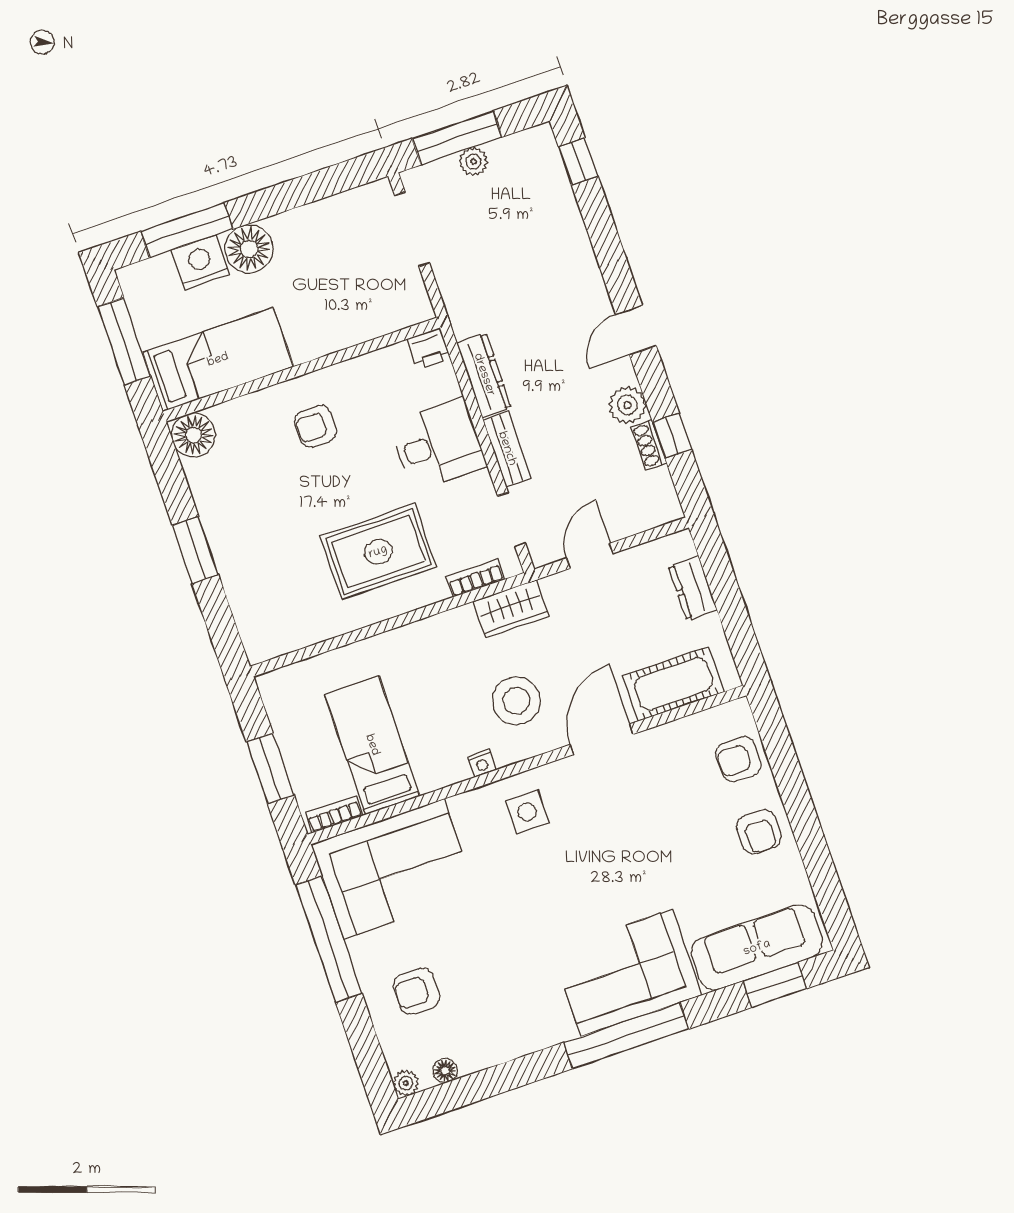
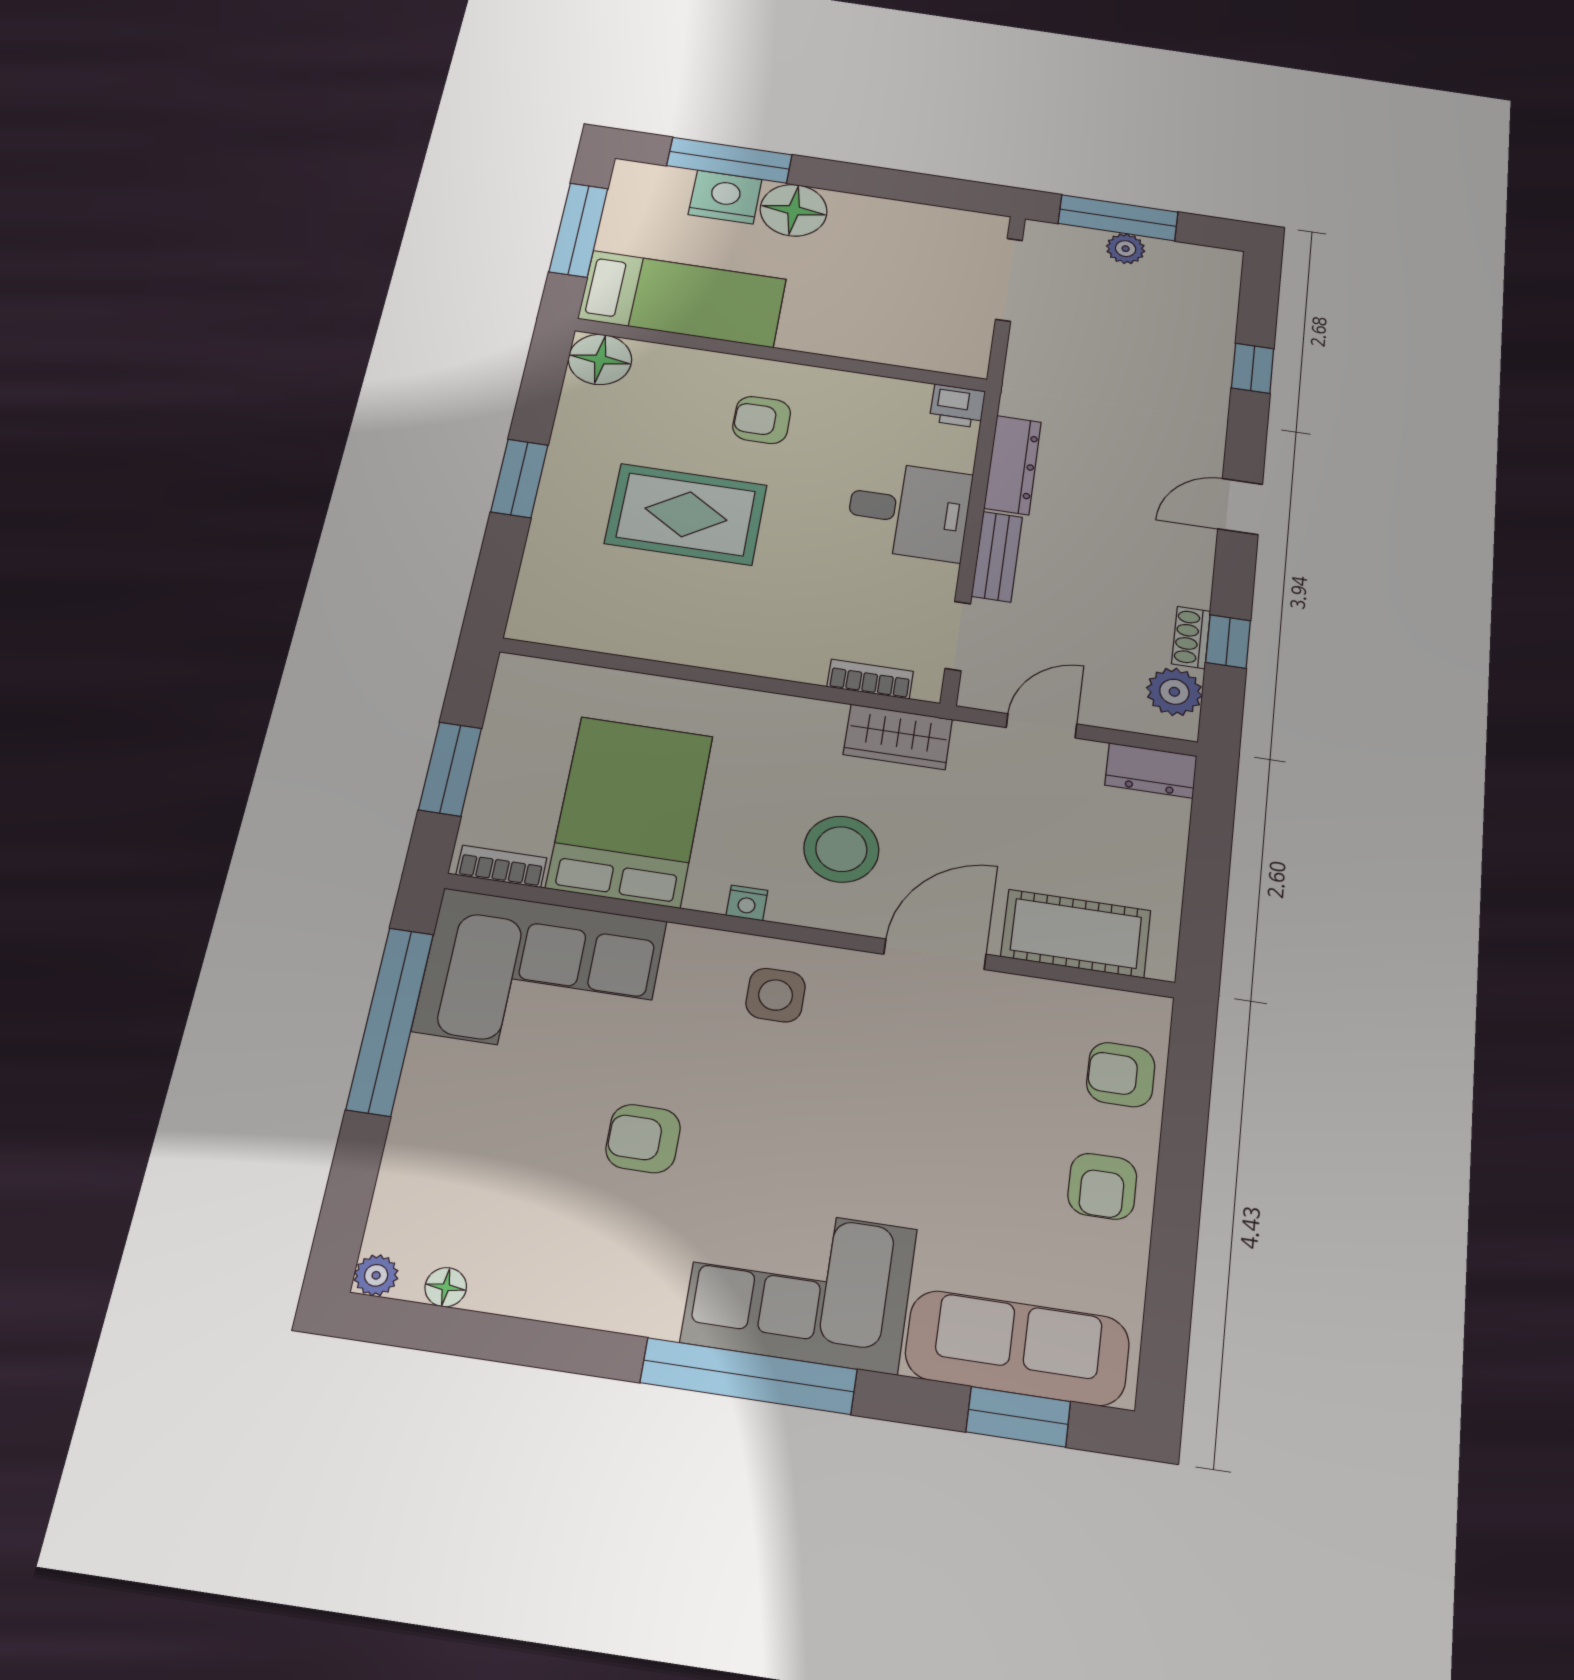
window: (578, 162) -> (1253, 368), moved
plant: (627, 405) -> (1174, 692), moved
rug: (378, 552) -> (686, 514), moved
dresser: (693, 588) -> (1151, 770), moved, turned -90
bed: (372, 745) -> (630, 811), width x1.50
armchair: (416, 991) -> (643, 1139), moved

